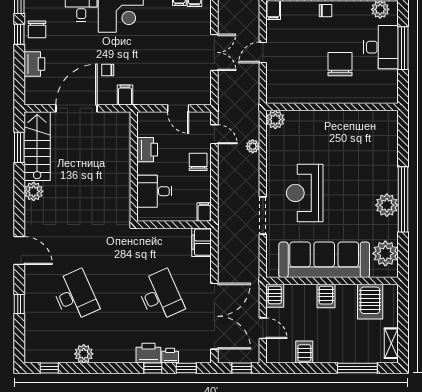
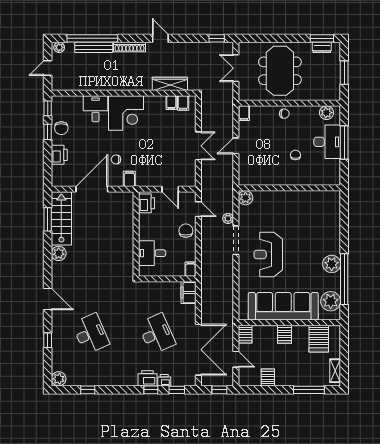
chair: (340, 64) -> (295, 155), width x0.54, depth x0.54
printer: (147, 150) -> (146, 203), moved
window: (403, 199) -> (344, 279), moved
doorway: (263, 215) -> (236, 240), moved
plant: (84, 354) -> (59, 379), moved
window: (49, 368) -> (88, 390), moved

